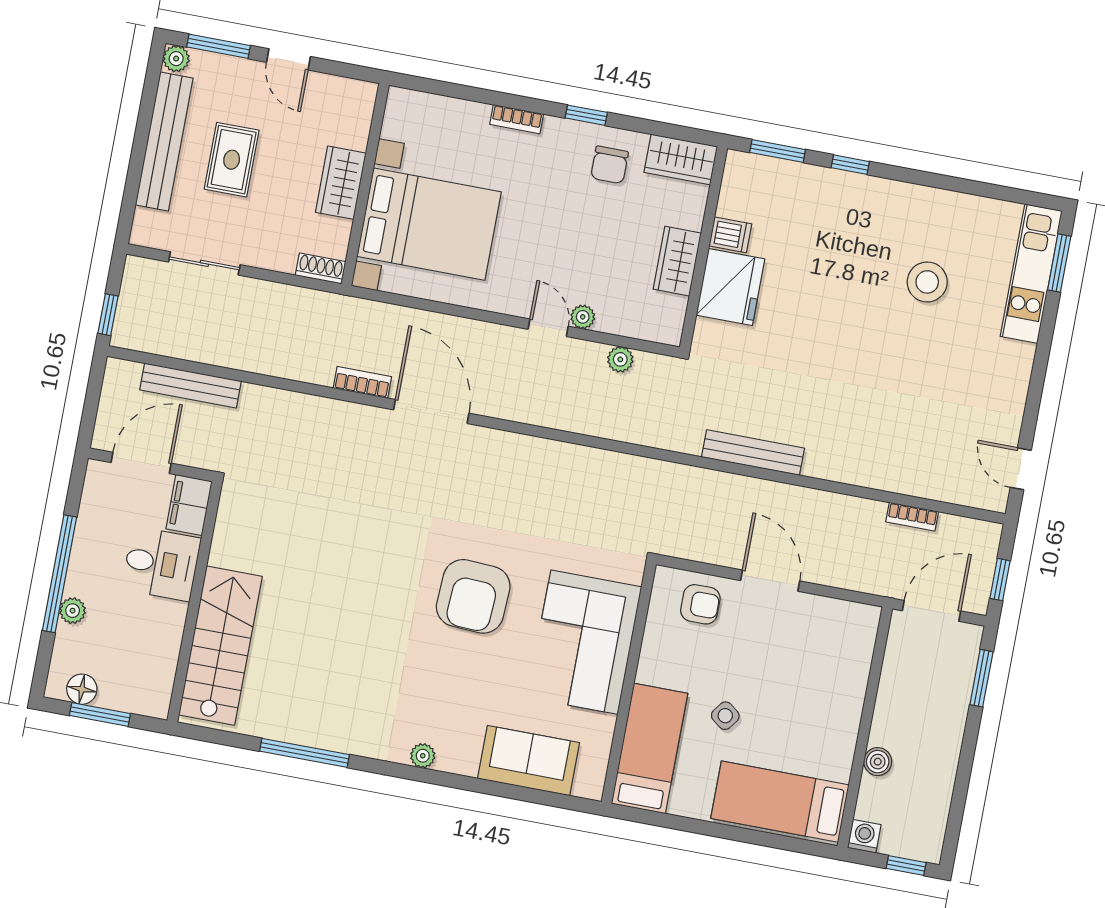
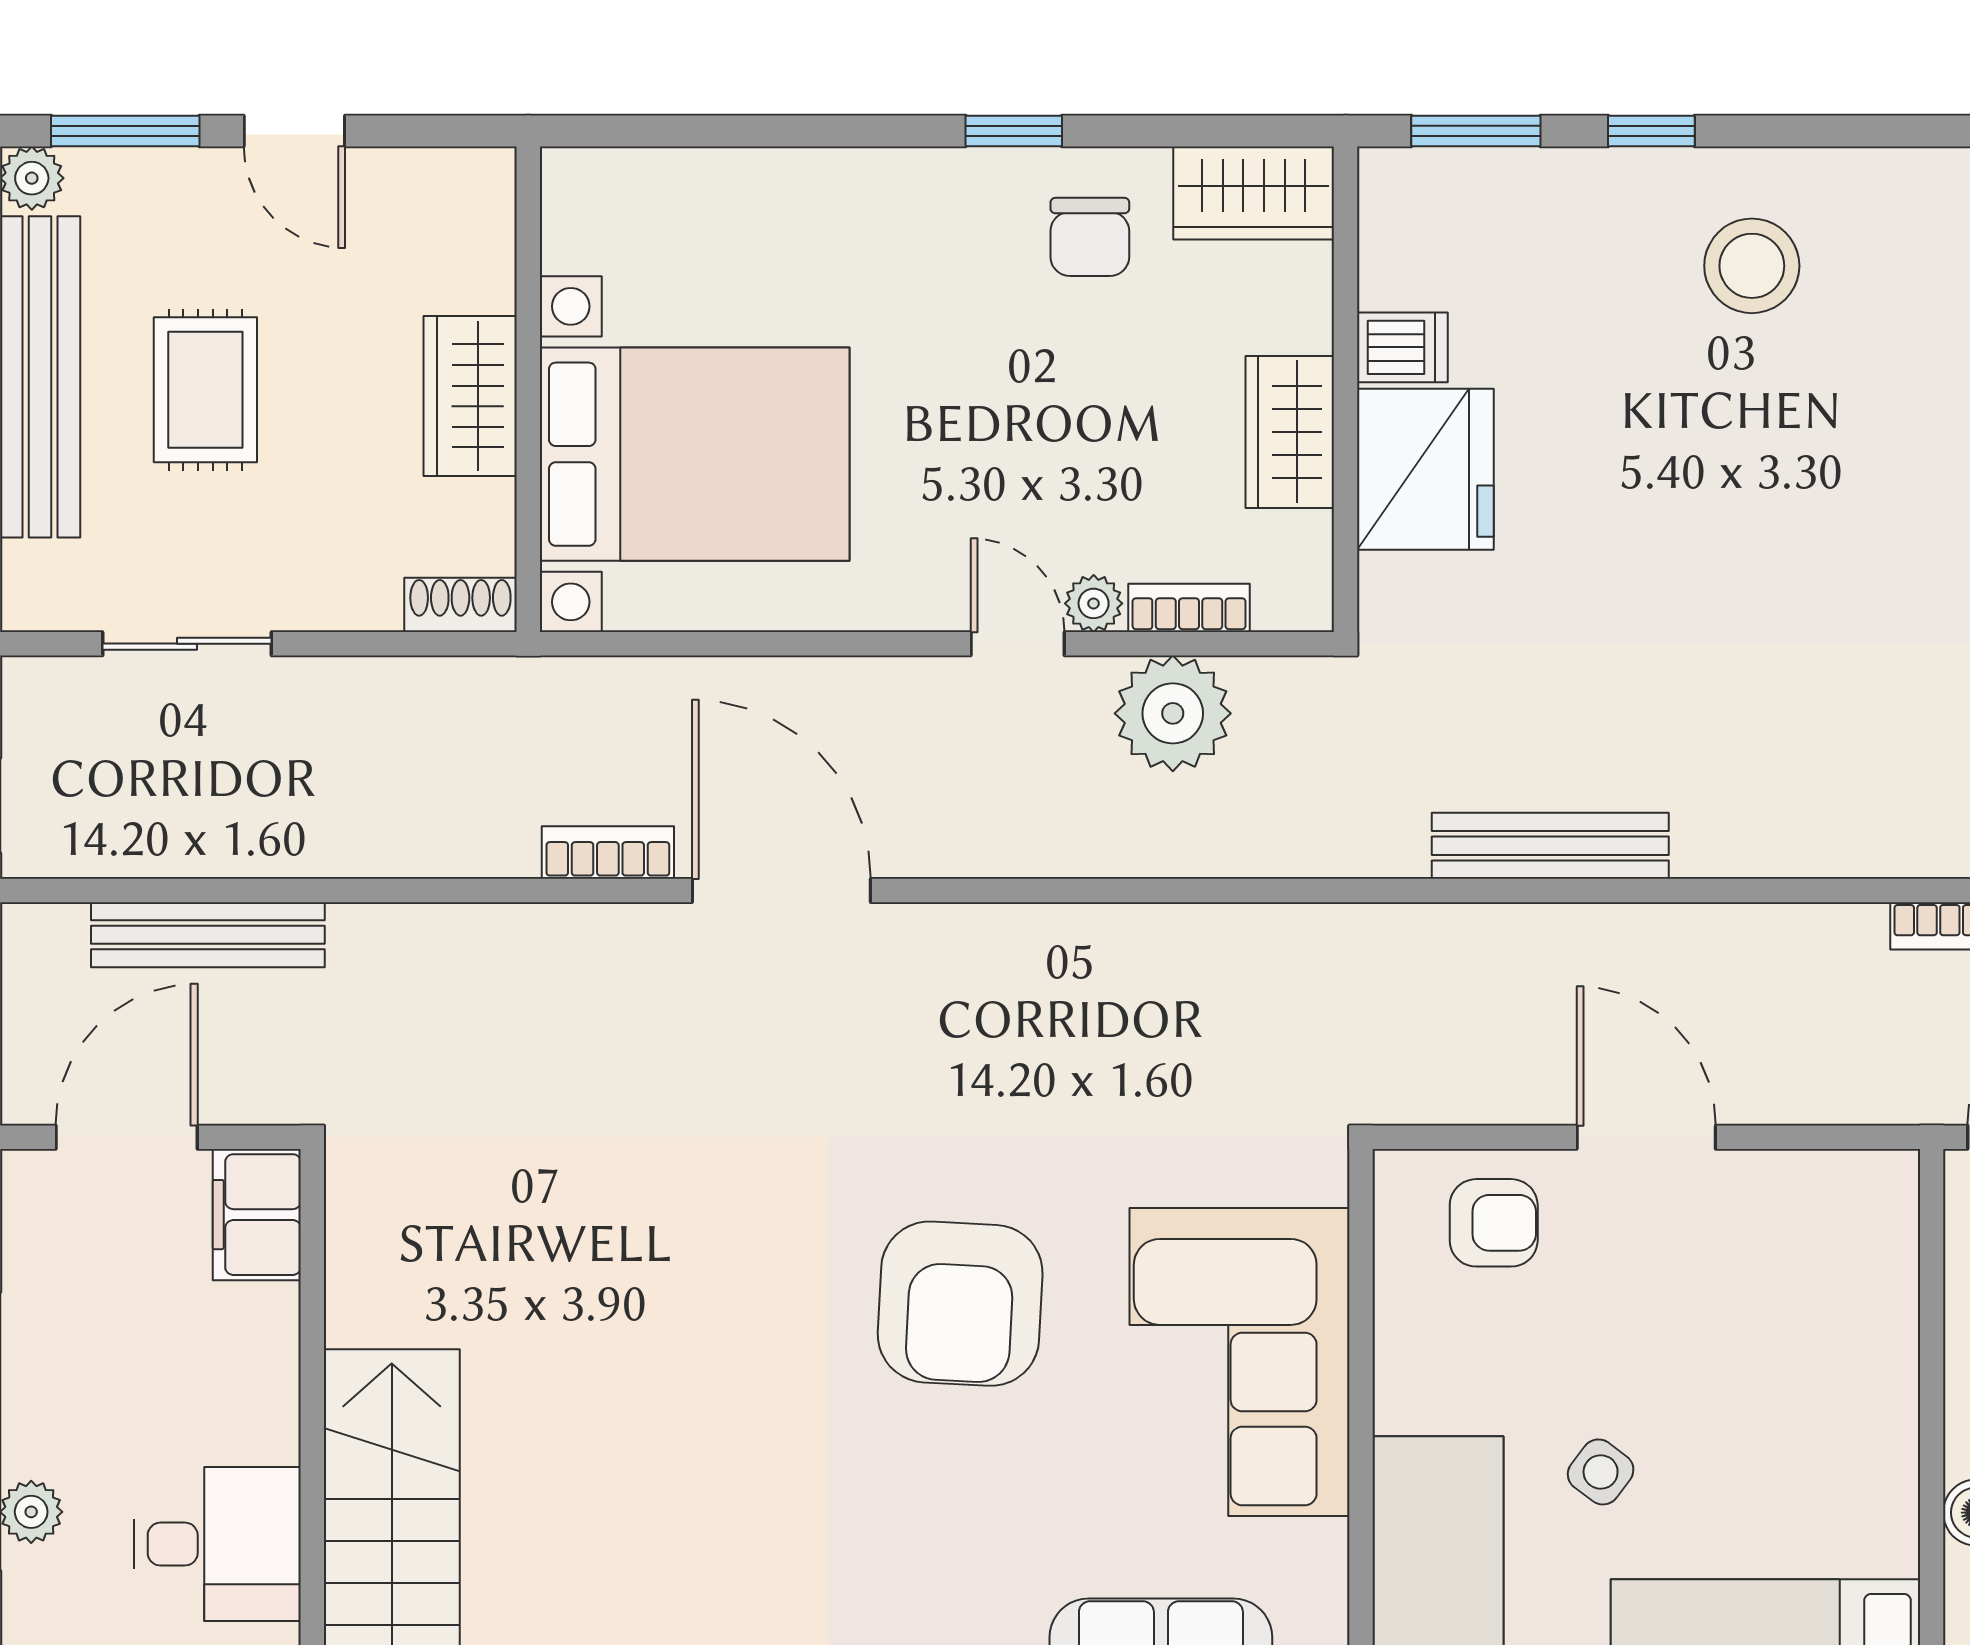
bookcase: (517, 119) -> (1189, 608), moved, turned 180
stool: (927, 282) -> (1752, 266), moved
plant: (620, 359) -> (1173, 713), width x1.88, depth x1.88
desk: (161, 564) -> (218, 1544), moved

